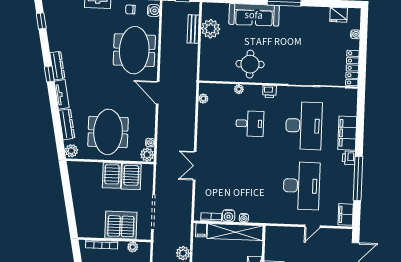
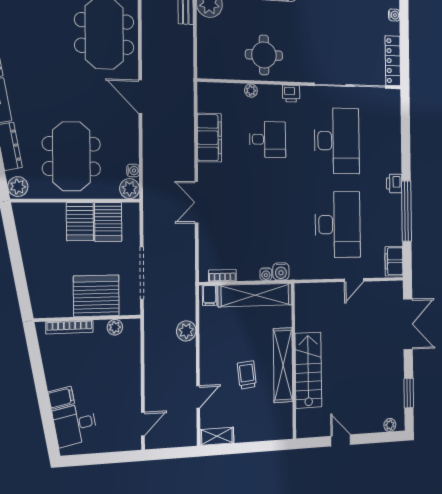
plant: (203, 99) -> (204, 105), removed
filing cabinet: (347, 133) -> (209, 138), moved, turned 180
water cooler: (229, 216) -> (281, 271), moved

